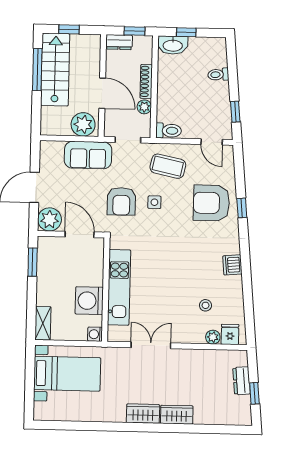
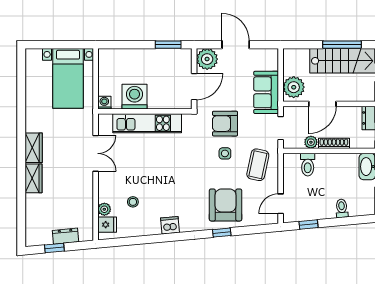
toilet: (168, 131) -> (308, 165), moved
shelving: (43, 323) -> (113, 55), removed

